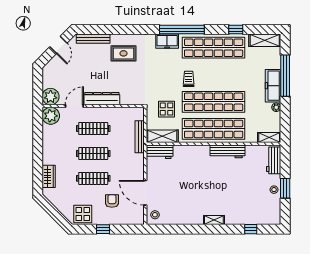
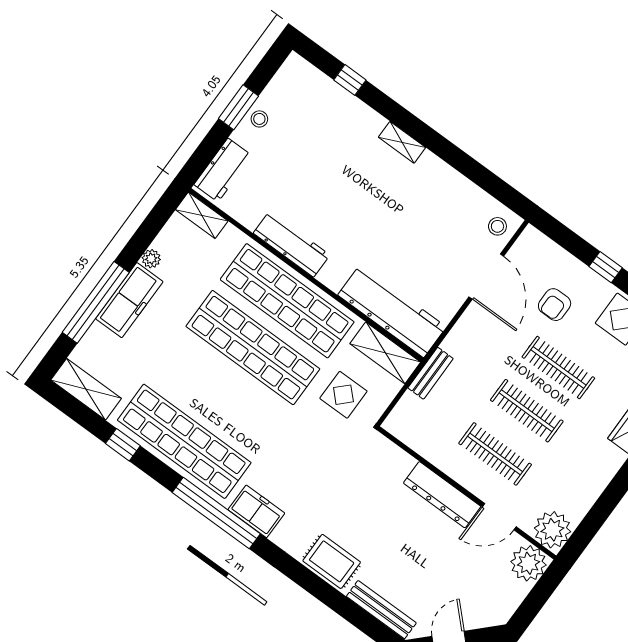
rug: (124, 53) -> (332, 561), moved
trolley: (189, 79) -> (267, 419), removed
bench: (140, 137) -> (431, 373), width x0.73
workbench: (160, 152) -> (392, 311), width x1.88, depth x1.32

